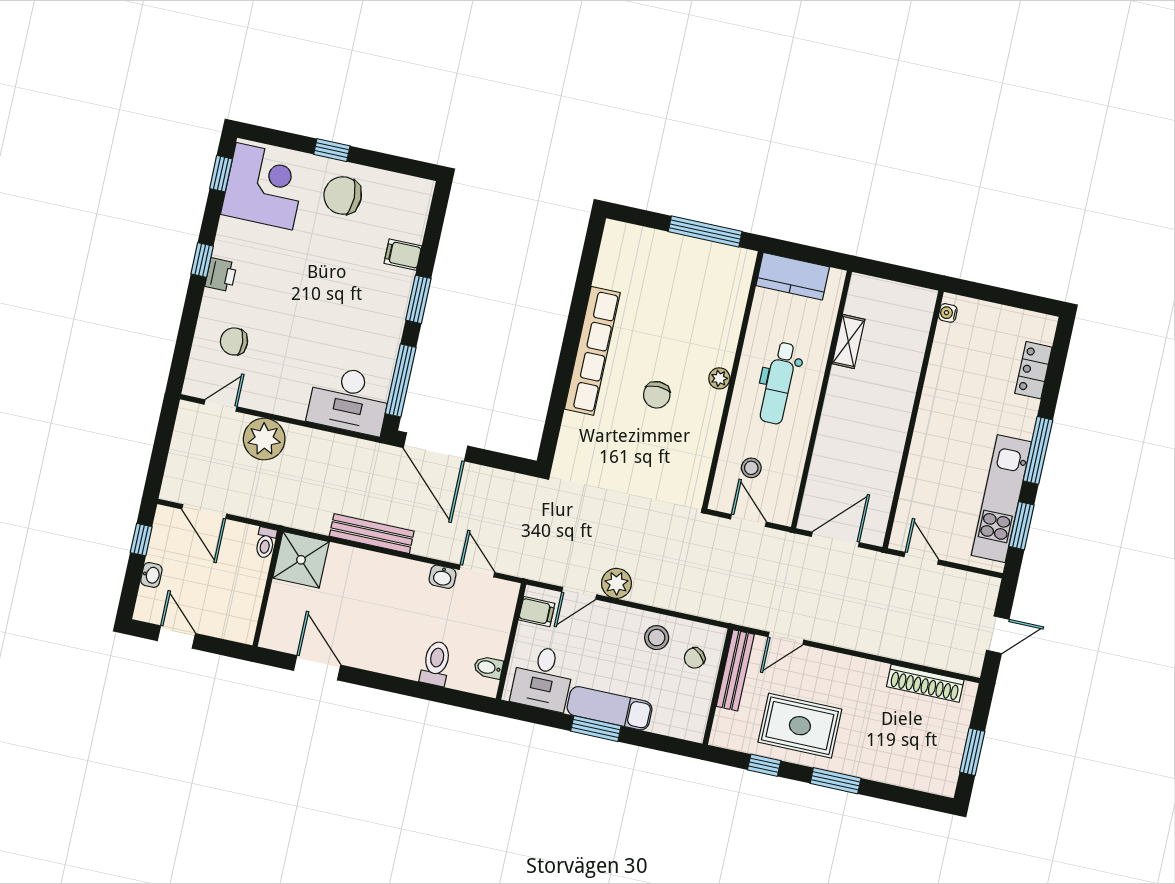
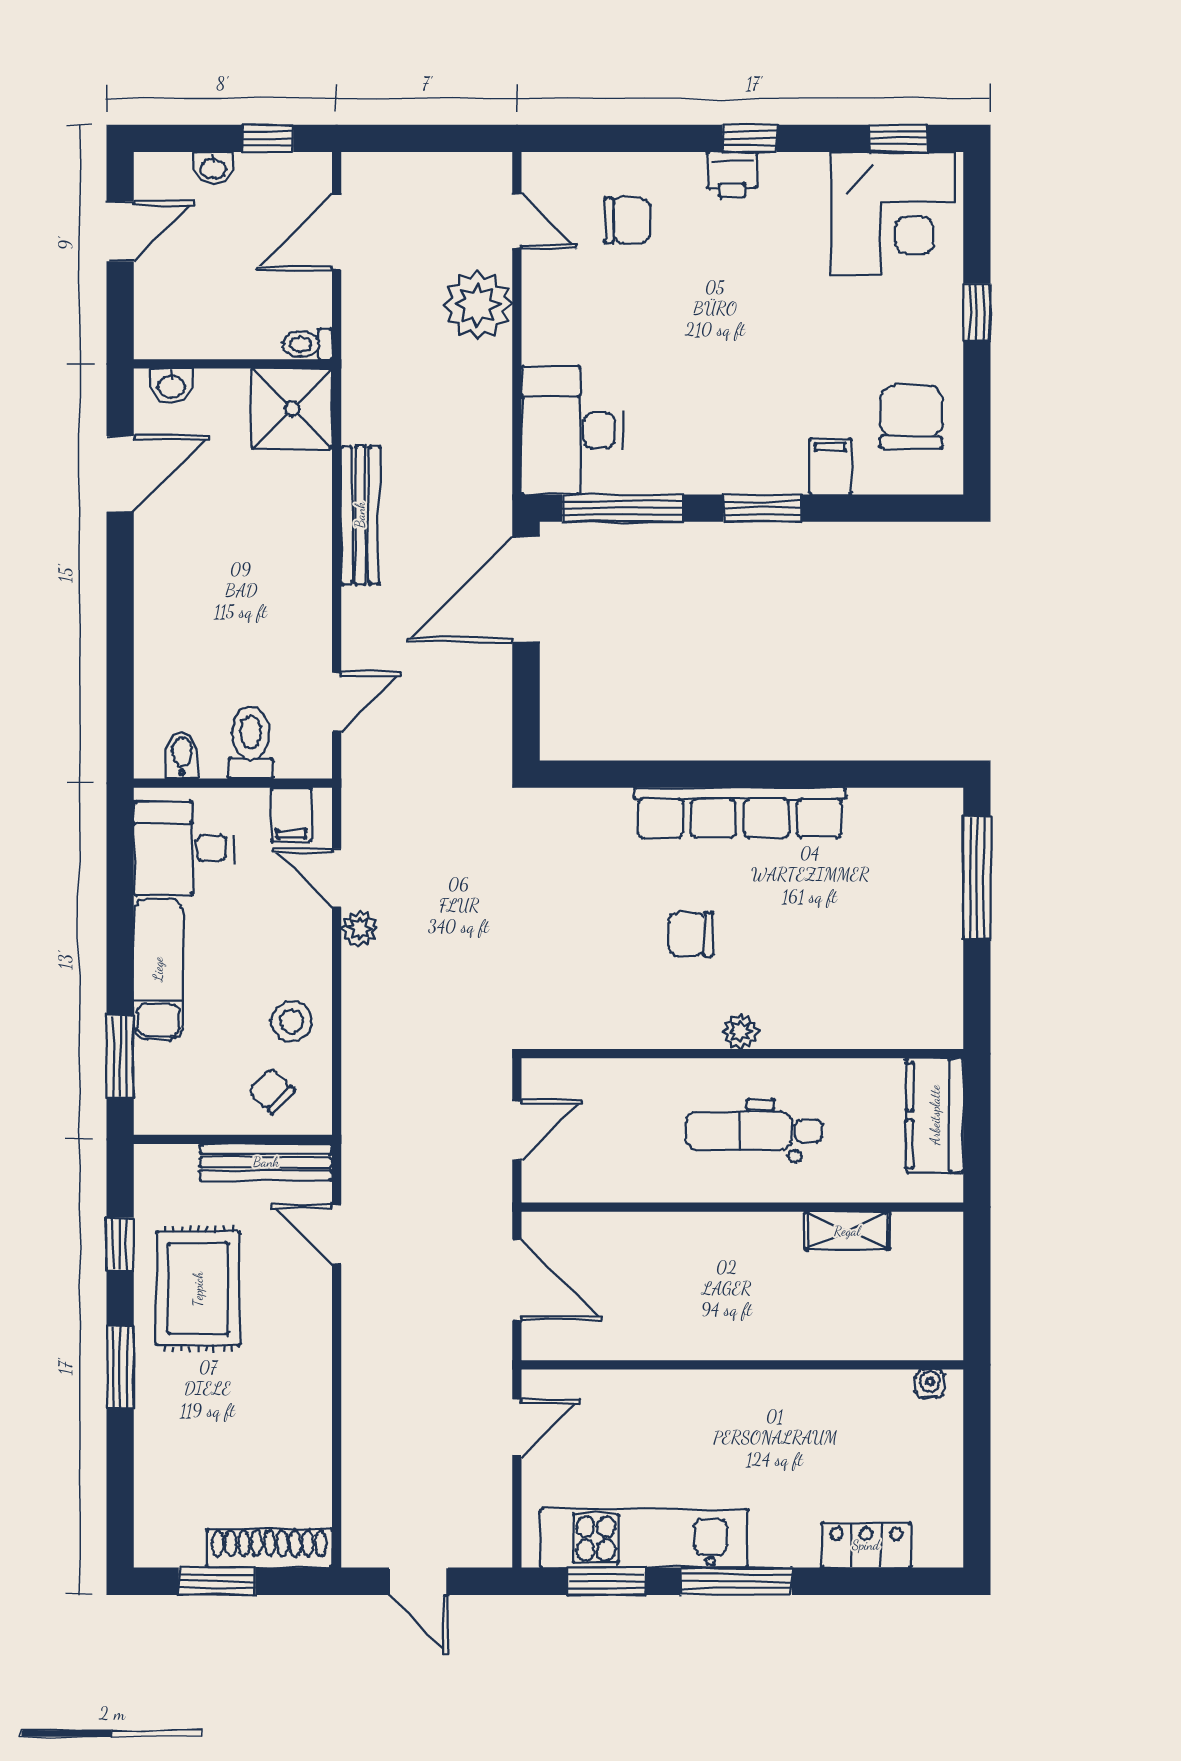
chair: (343, 195) -> (911, 417), moved
window: (705, 231) -> (977, 878), moved
chair: (234, 341) -> (627, 220), turned 94
stool: (751, 468) -> (605, 1116), removed
washbasin: (442, 577) -> (171, 386), moved, turned -90
plant: (616, 583) -> (359, 929), width x0.73, depth x0.73
toilet: (436, 663) -> (251, 743), moved, turned -90
shoe rack: (925, 683) -> (269, 1548), moved, turned 90
window: (596, 729) -> (120, 1056), moved

